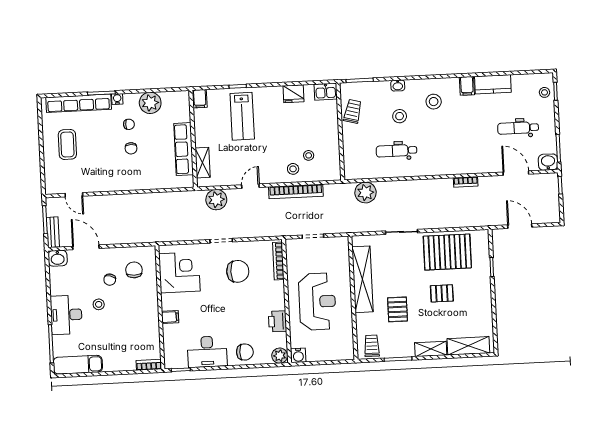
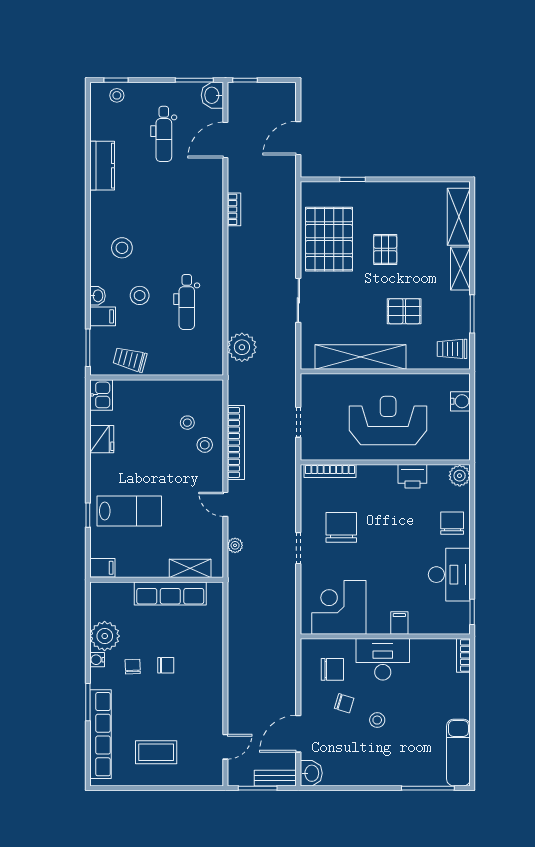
filing cabinet: (467, 86) -> (103, 316), moved
water cooler: (117, 99) -> (97, 660), moved
plant: (216, 200) -> (235, 545), width x0.53, depth x0.53
chair: (134, 270) -> (332, 669), turned 180
desk: (66, 315) -> (383, 659), moved, turned 180
water cooler: (298, 355) -> (460, 401), moved

